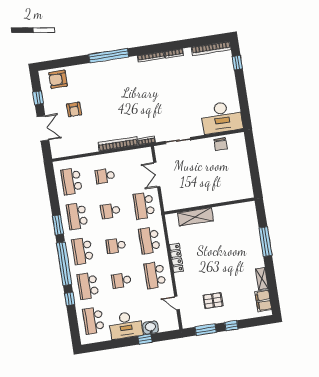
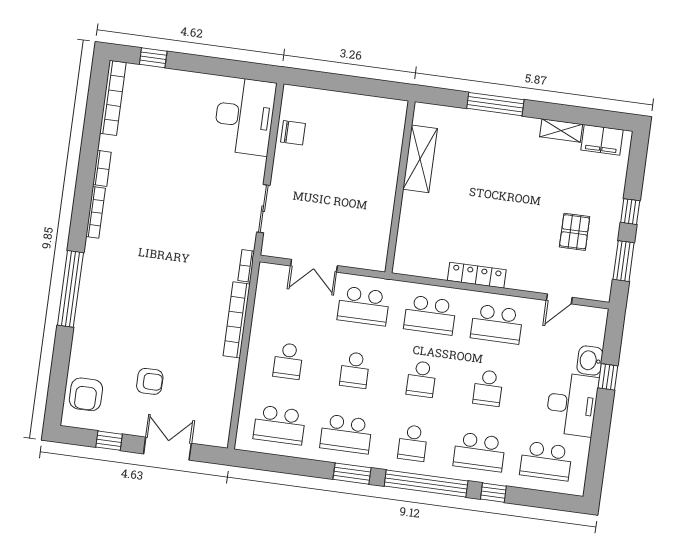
shelving: (195, 217) -> (420, 159), moved
school desk: (82, 251) -> (413, 443), width x0.54

